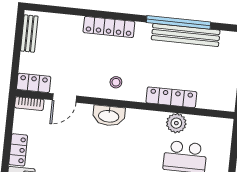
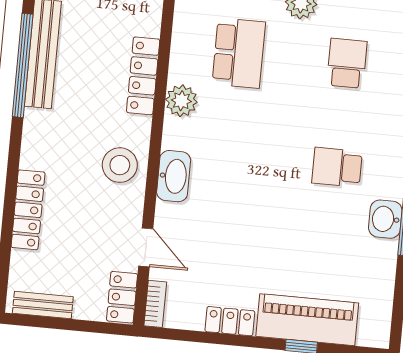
locker: (109, 27) -> (28, 210), moved
stool: (116, 82) -> (120, 165), width x1.89, depth x1.89
plant: (176, 123) -> (181, 101), moved

